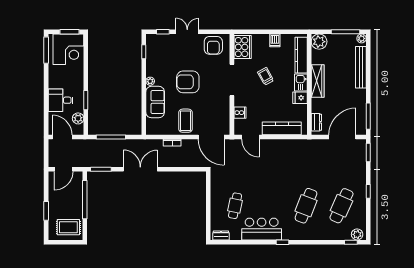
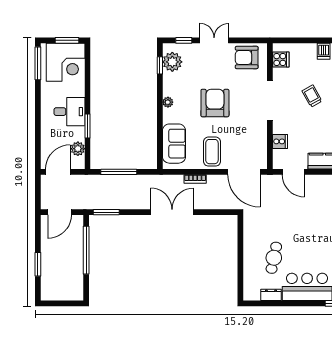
armchair: (213, 45) -> (247, 57), turned 90
cooker: (243, 47) -> (281, 59), width x0.53, depth x0.76
plant: (154, 49) -> (172, 62), added
armchair: (188, 82) -> (215, 103), turned 90
desk: (61, 100) -> (69, 112), moved, turned 180
sofa: (155, 102) -> (174, 144), moved
door: (62, 137) -> (58, 172), hinge flipped
double door: (140, 169) -> (172, 212), moved
rug: (68, 227) -> (66, 285), removed
dresser: (221, 235) -> (271, 295), moved

